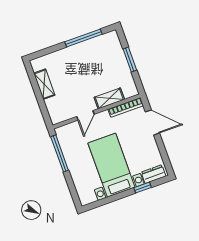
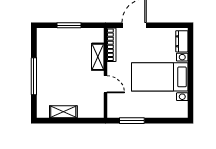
window: (83, 38) -> (34, 76), moved
window: (60, 153) -> (132, 121), width x0.69
window: (143, 188) -> (191, 56), removed

